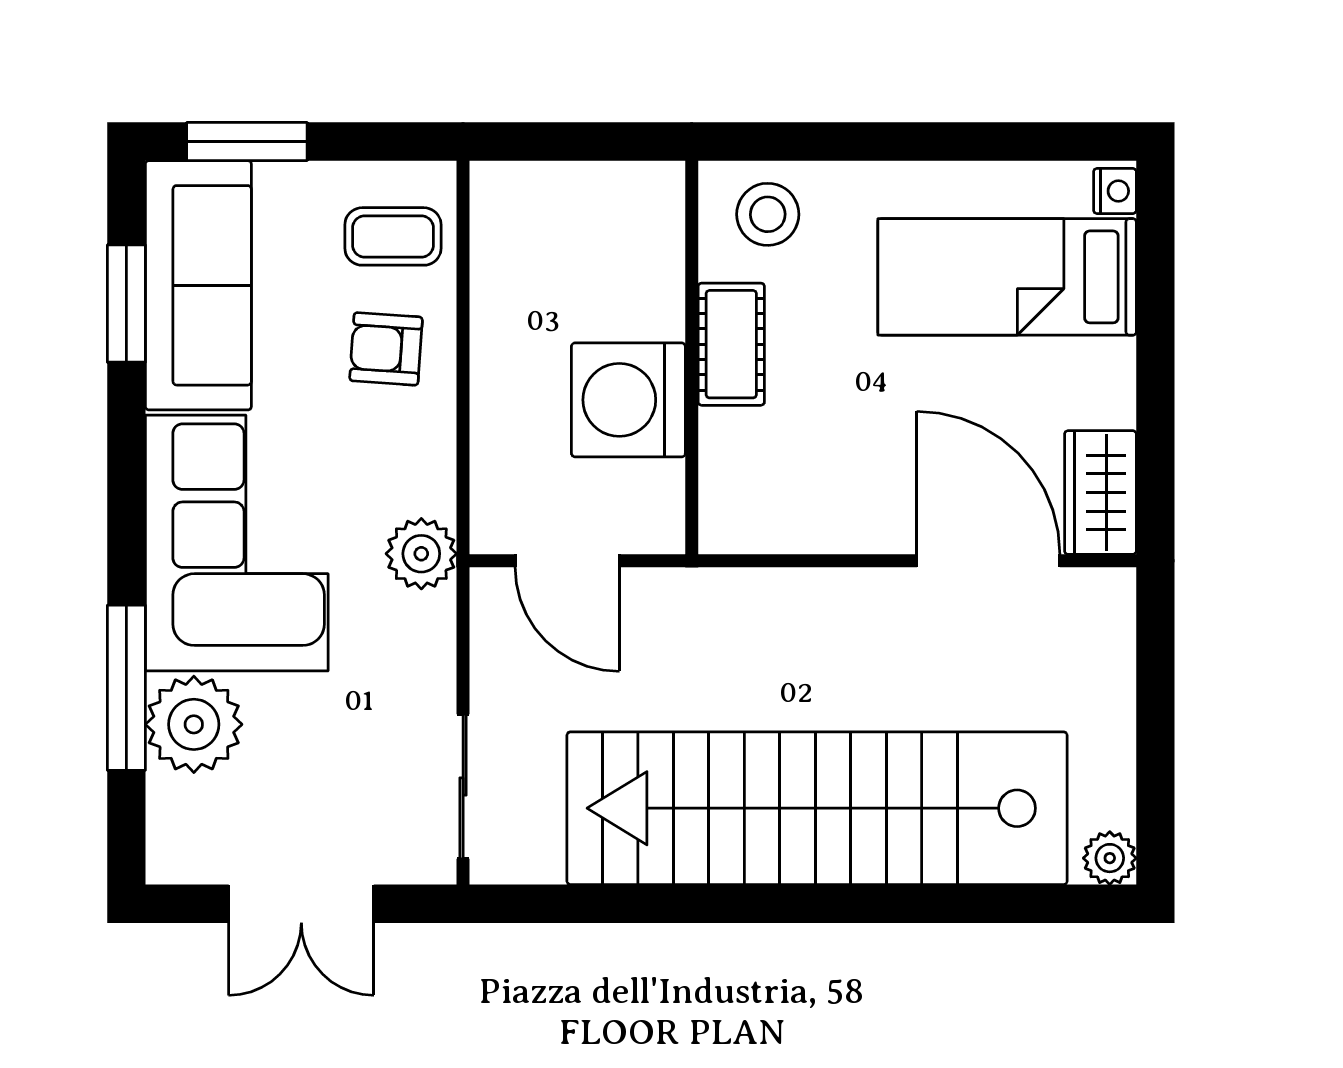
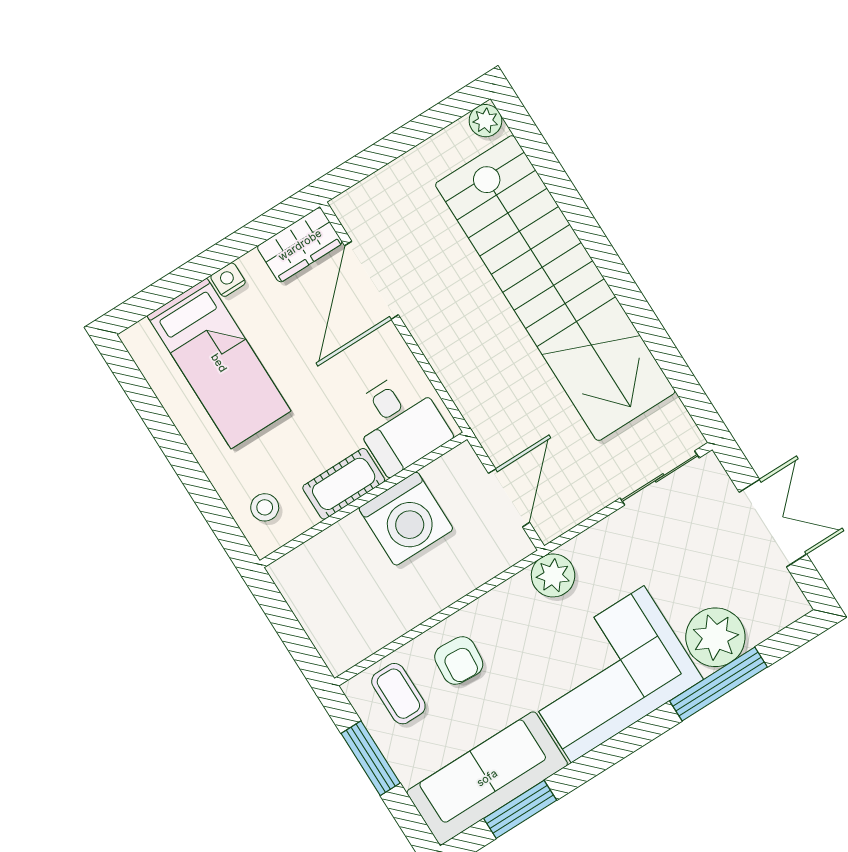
window: (247, 142) -> (371, 758), moved
nightstand: (1115, 191) -> (228, 280), moved
stool: (768, 214) -> (265, 507), width x0.73, depth x0.73
desk: (767, 475) -> (399, 423), added

